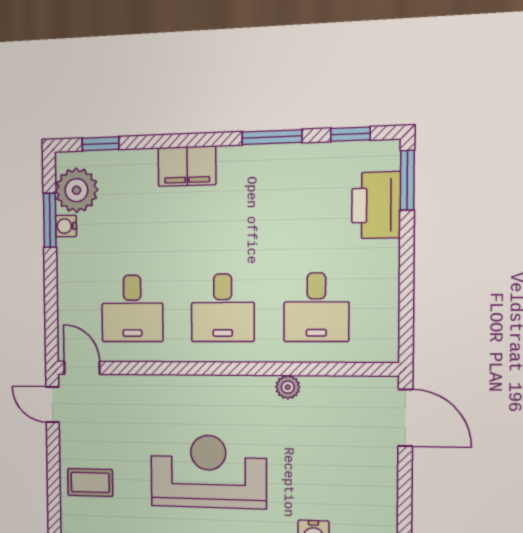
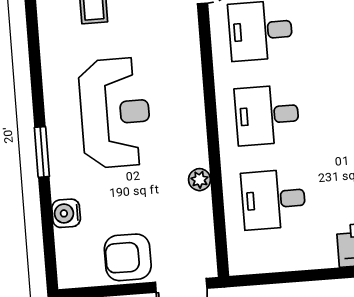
armchair: (368, 474) -> (128, 257), added

